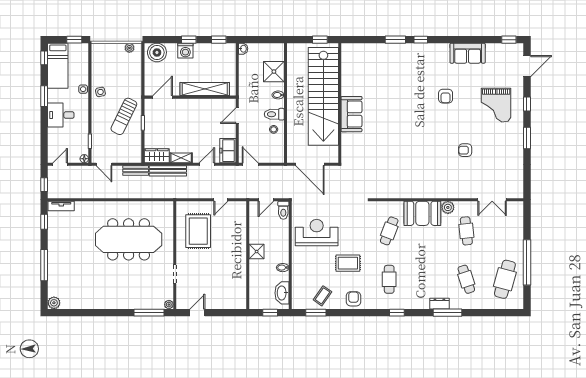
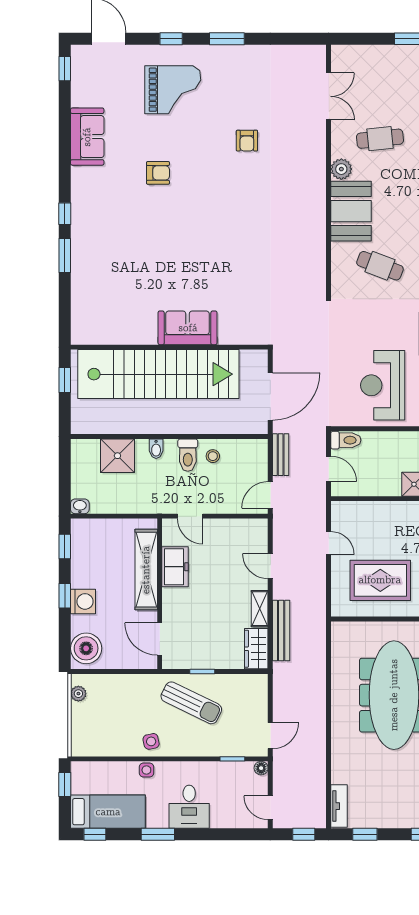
freezer: (228, 151) -> (175, 567), moved, turned -90
bench: (136, 171) -> (281, 455), moved

